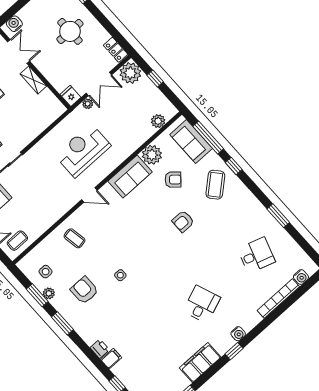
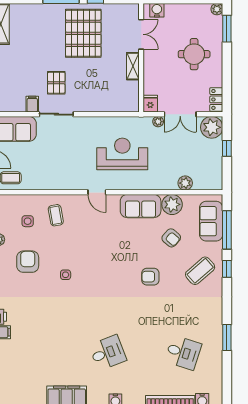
plant: (158, 121) -> (185, 183), moved
side table: (46, 272) -> (28, 221), moved

